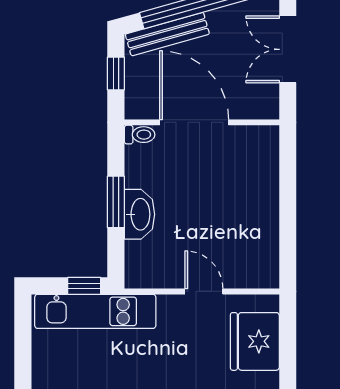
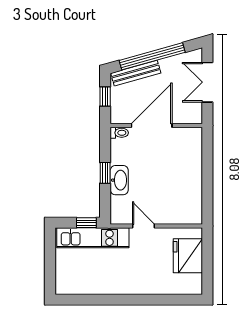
door: (194, 122) -> (152, 126), hinge flipped
window: (116, 202) -> (105, 173), width x0.67
door: (204, 291) -> (143, 226), moved

